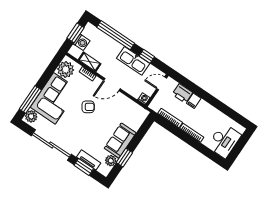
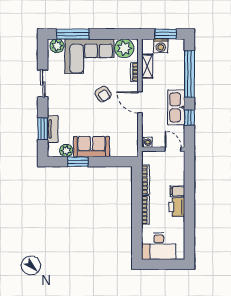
printer: (182, 93) -> (177, 207), moved
sliding door: (51, 145) -> (43, 83), width x0.54

